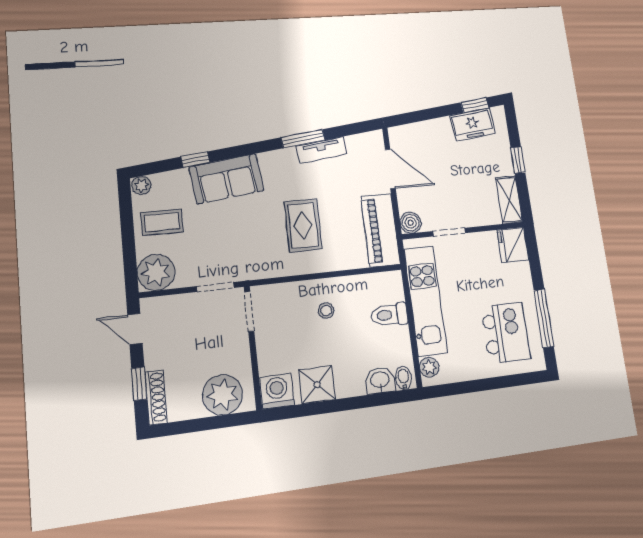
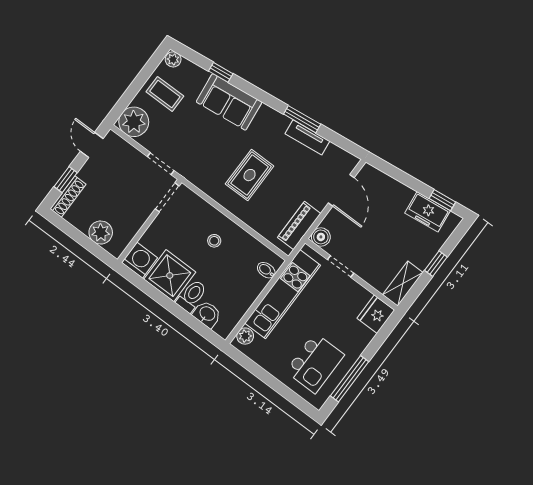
piano: (381, 230) -> (299, 226), width x0.73, depth x0.75
toilet: (389, 315) -> (192, 296), moved, turned 90
bidet: (404, 378) -> (266, 270), moved, turned -90
shower: (317, 385) -> (170, 276), width x1.36, depth x1.36
plant: (223, 395) -> (101, 233), width x0.73, depth x0.73

